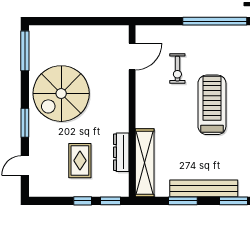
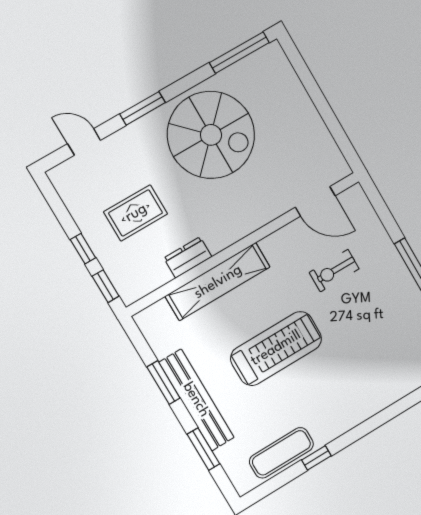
spiral stairs: (61, 94) -> (211, 135), turned 180
treadmill: (212, 105) -> (276, 348), moved
dresser: (121, 152) -> (188, 257), width x0.70
shelving: (145, 163) -> (218, 282), moved

